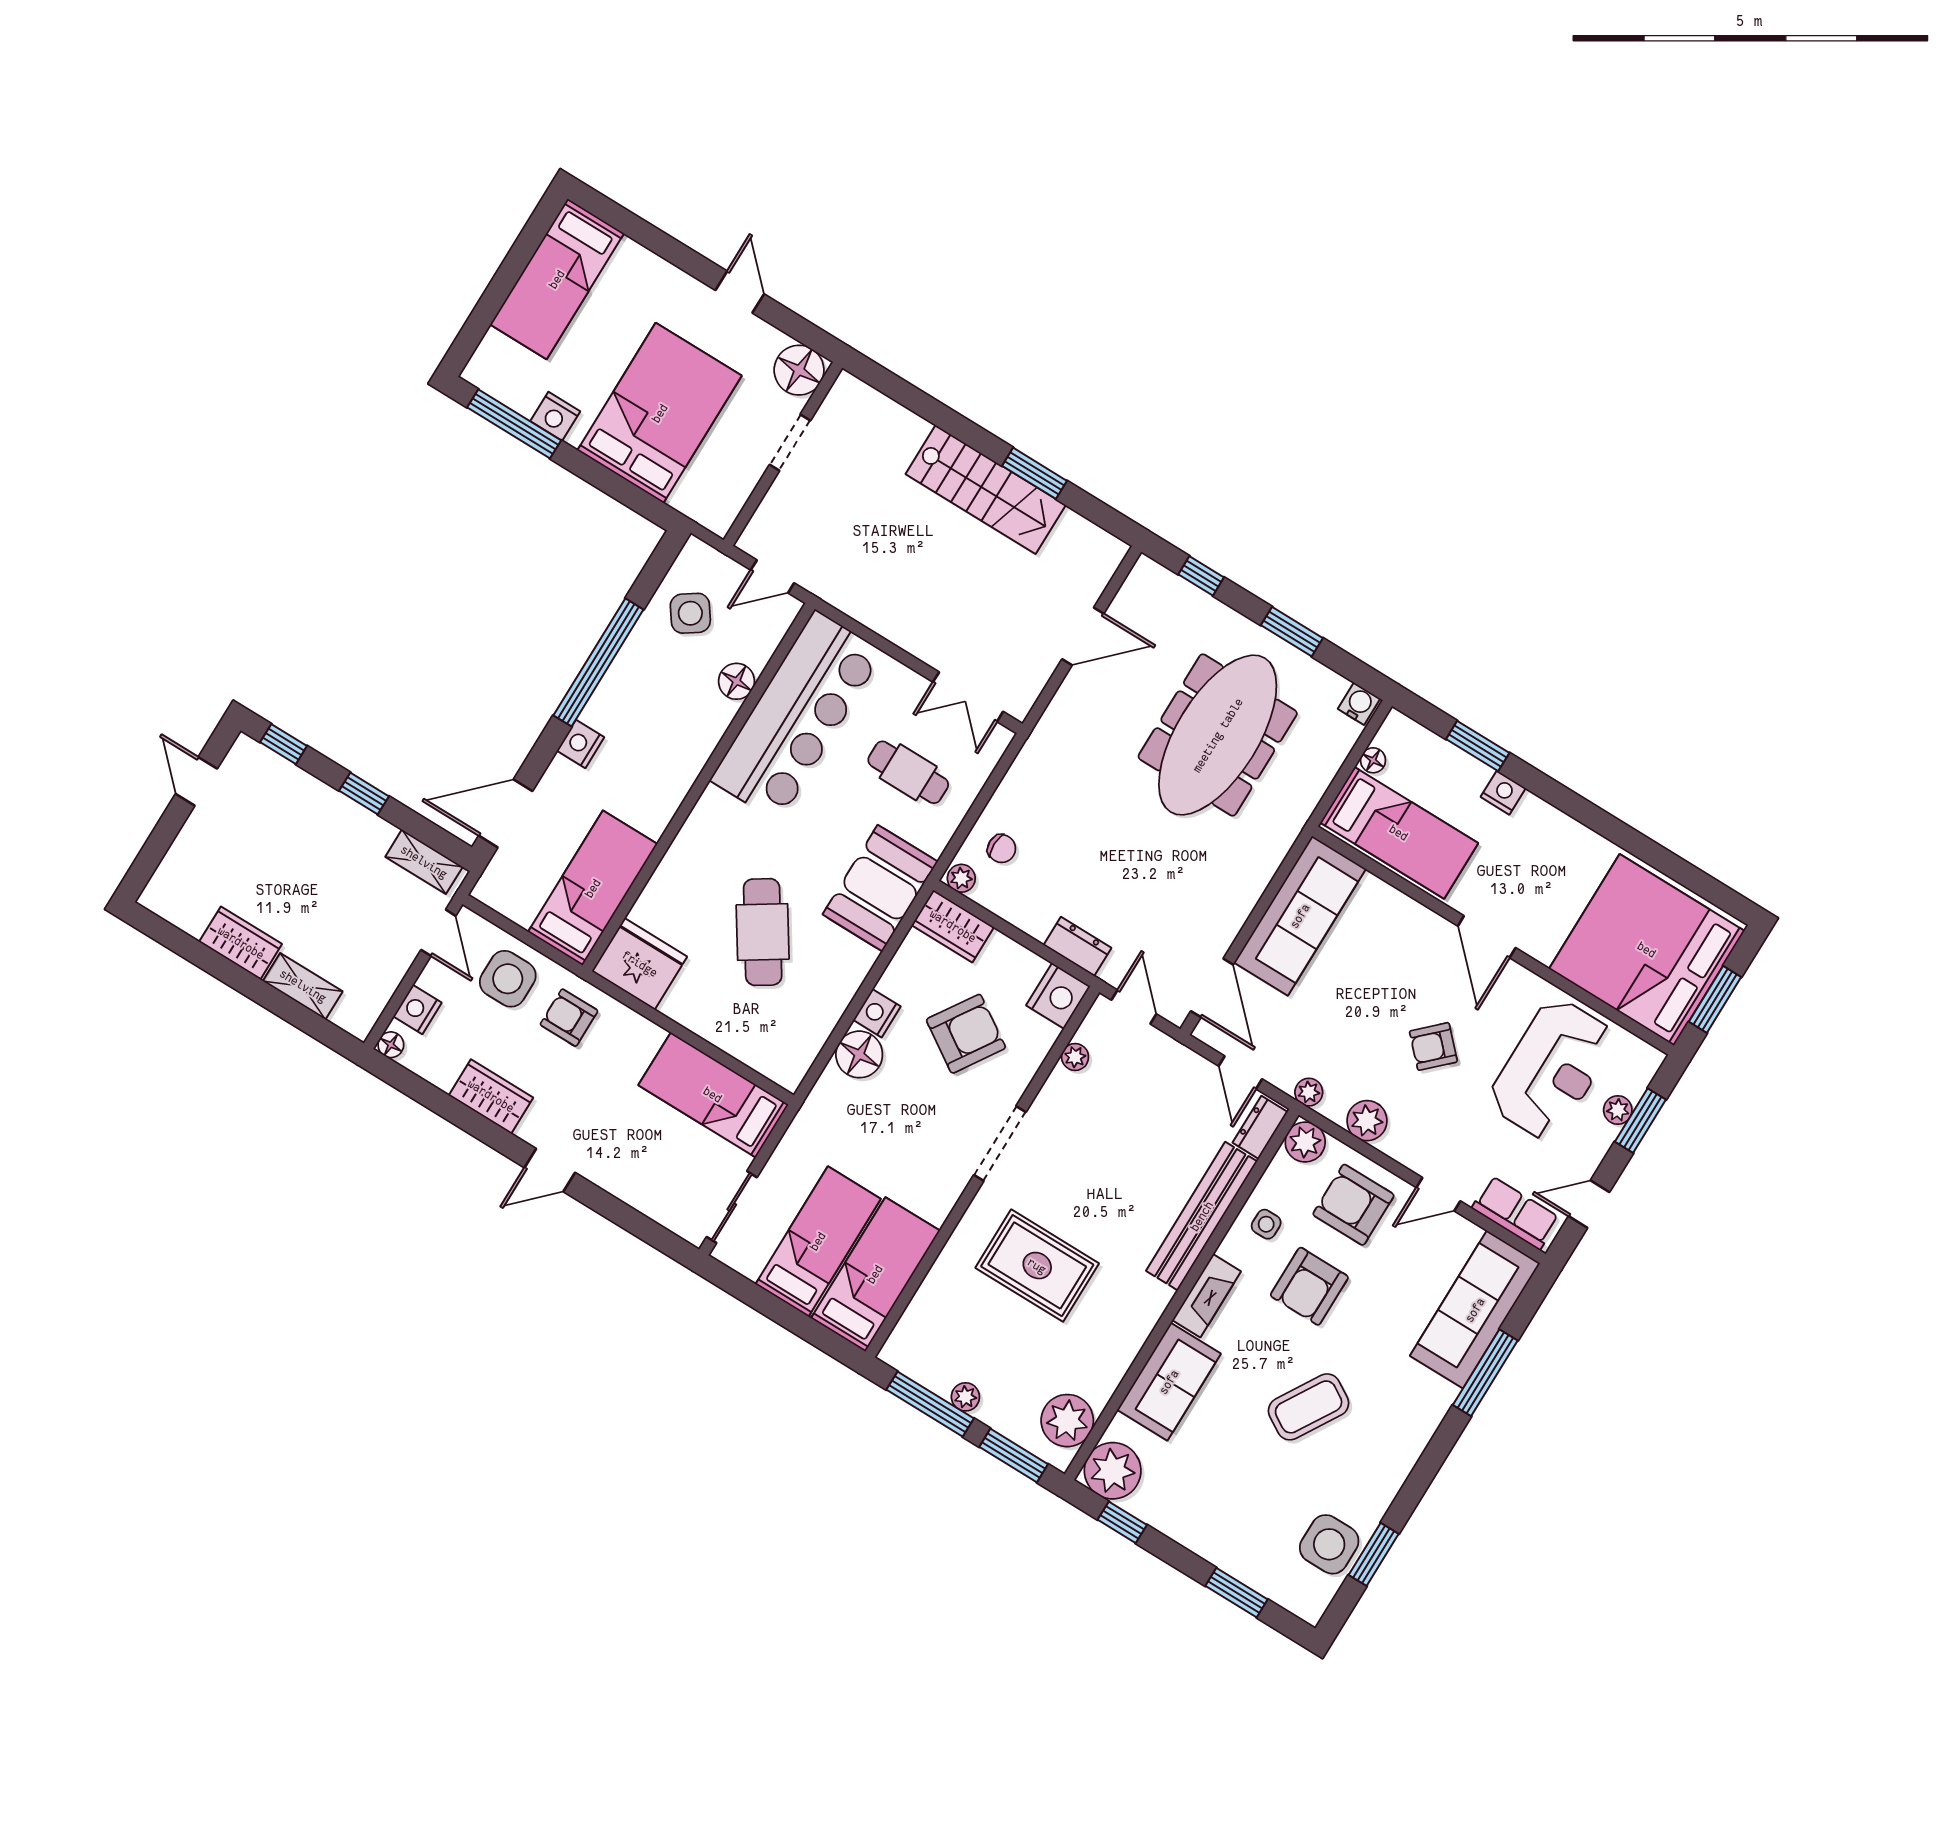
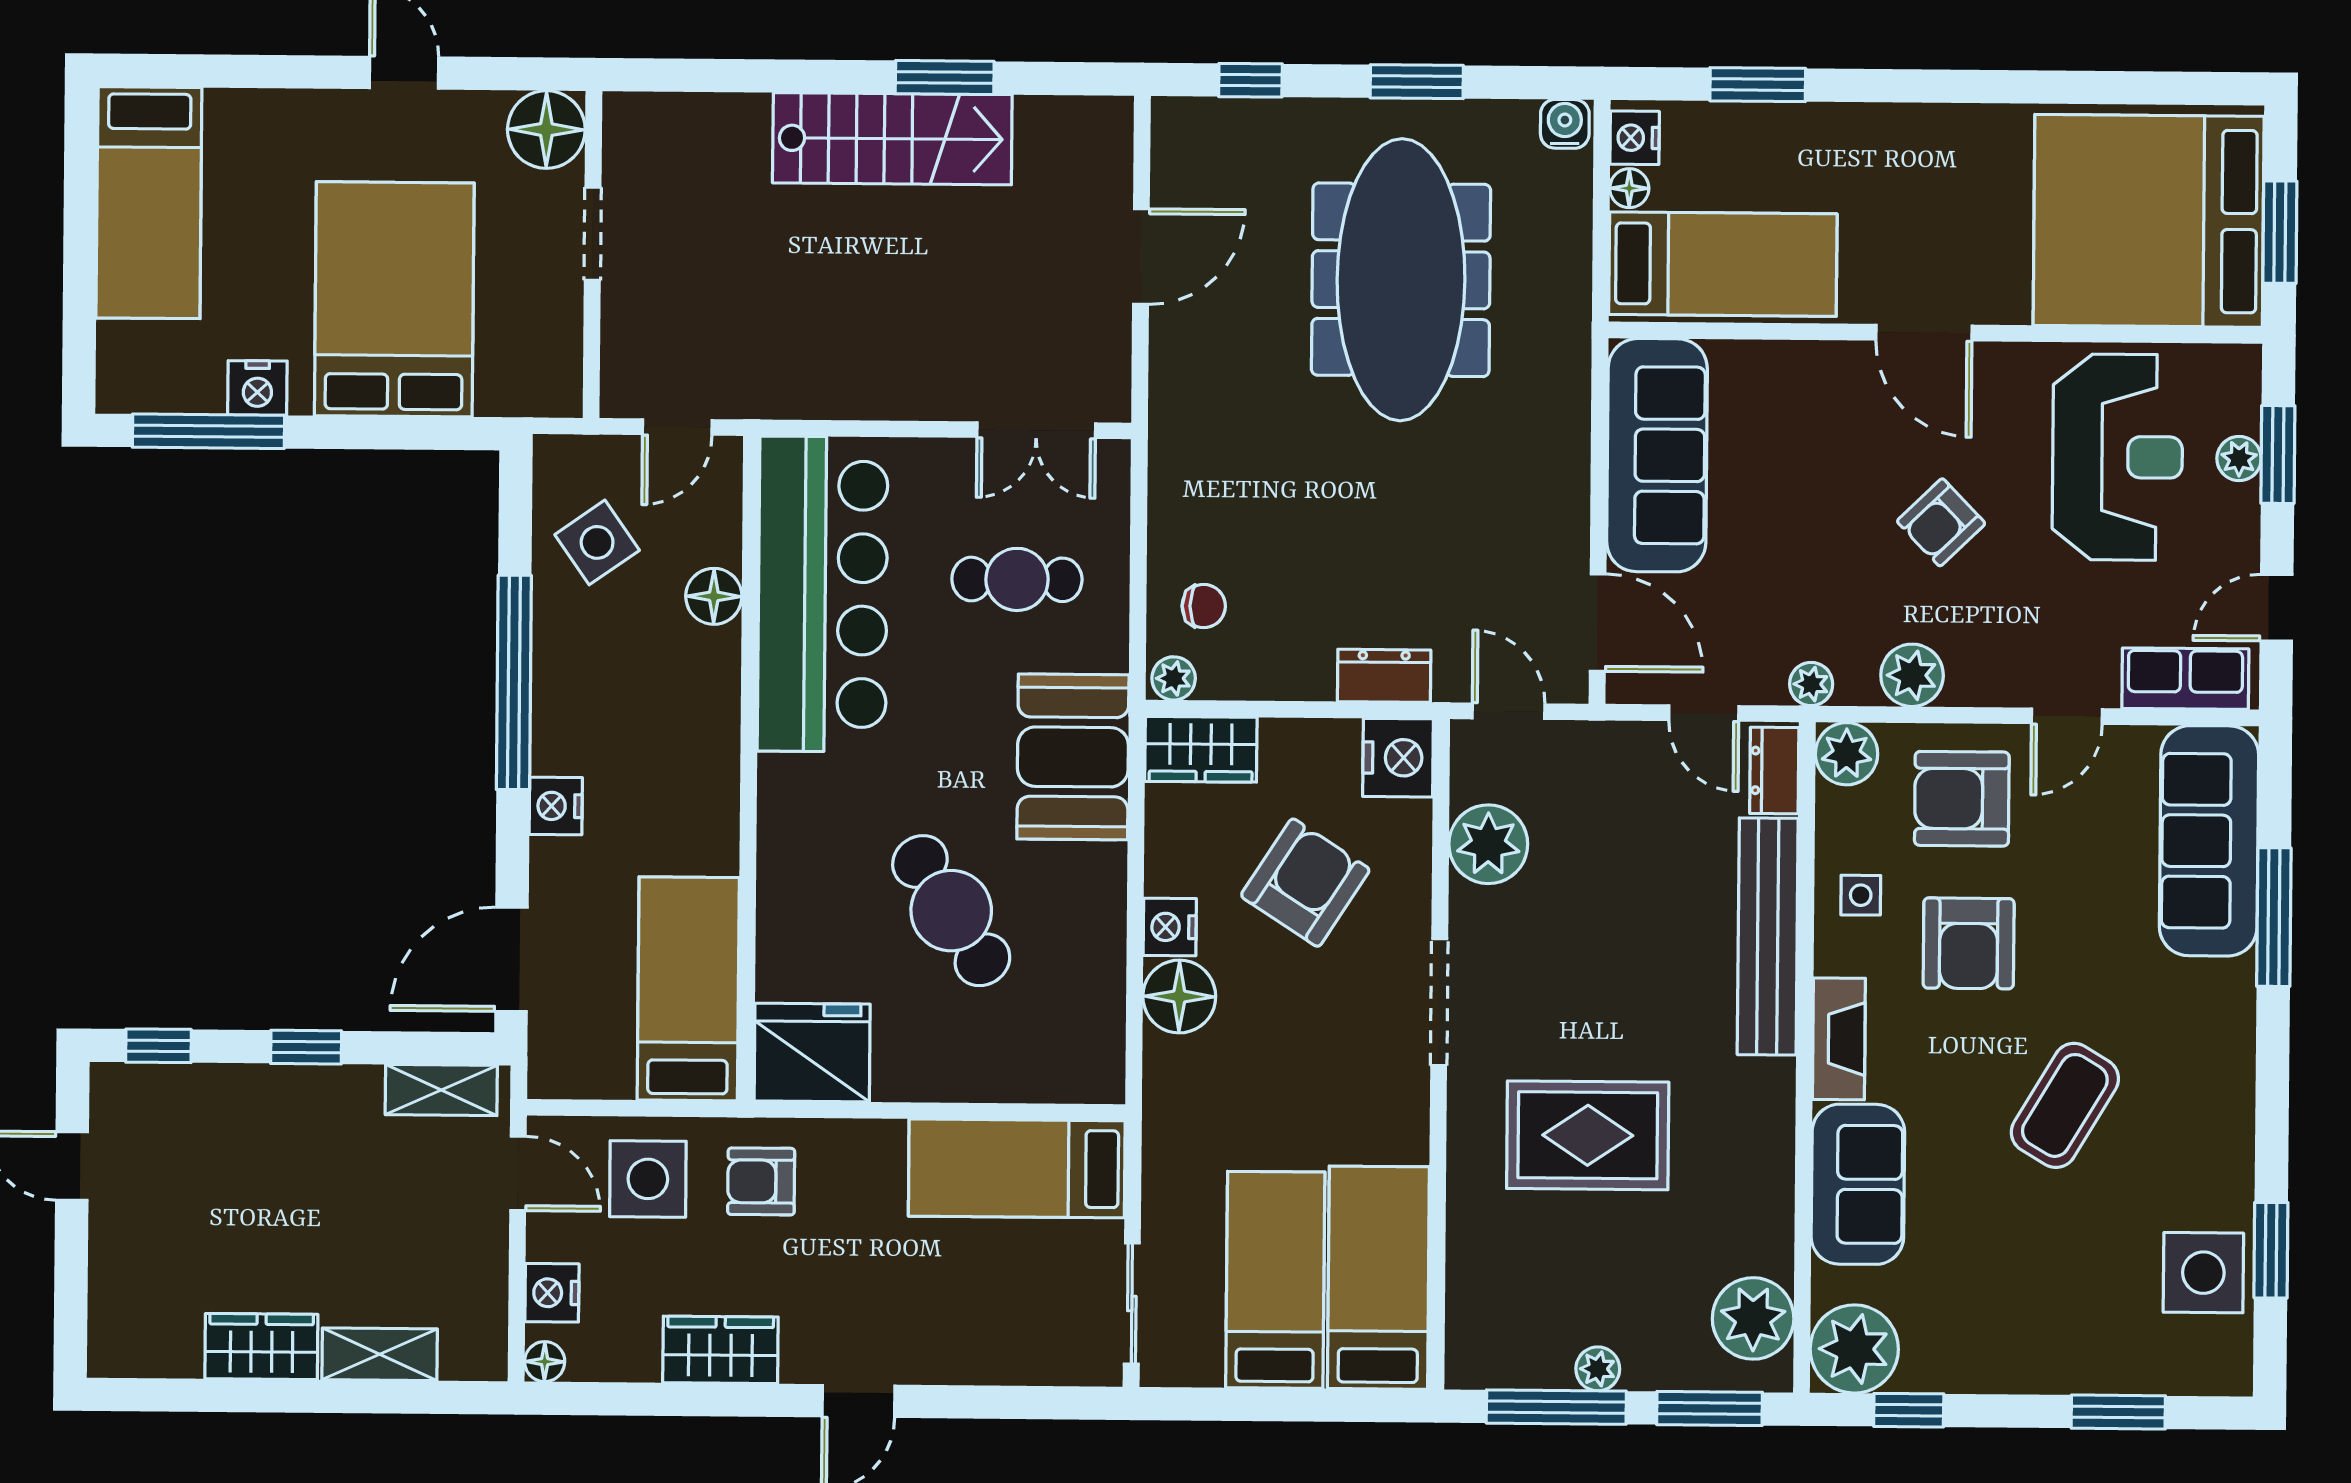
nightstand: (1503, 793) -> (1635, 138), moved, turned -90
plant: (1075, 1057) -> (1488, 844), width x1.87, depth x1.87

